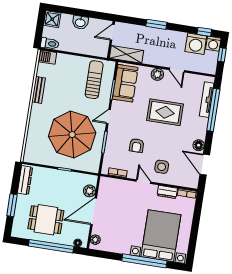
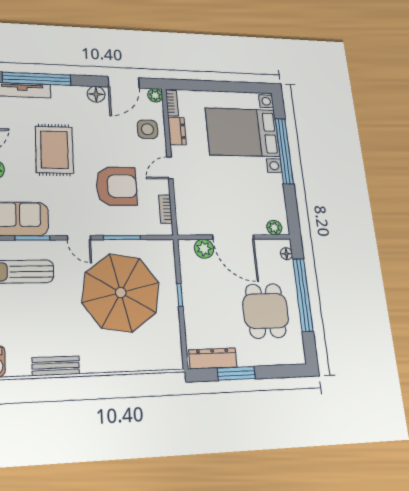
armchair: (137, 145) -> (116, 186), width x1.88, depth x1.88
side table: (162, 167) -> (147, 129), moved
plant: (193, 183) -> (155, 95), added
window: (12, 205) -> (236, 373), moved

